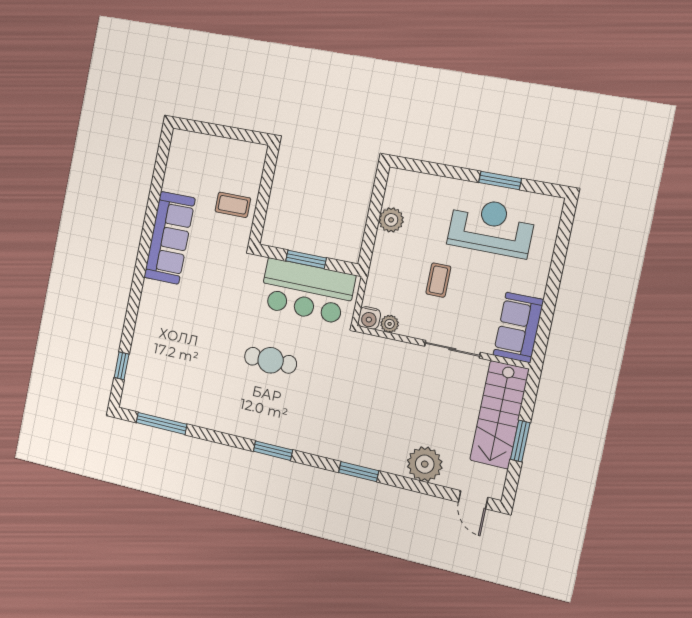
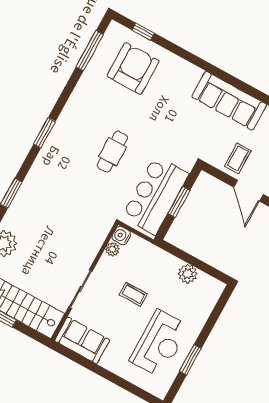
door: (267, 179) -> (248, 191), added
armchair: (167, 365) -> (133, 69), added

